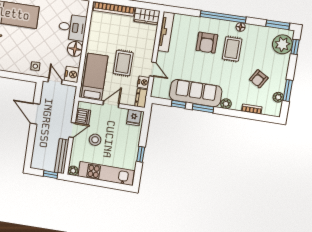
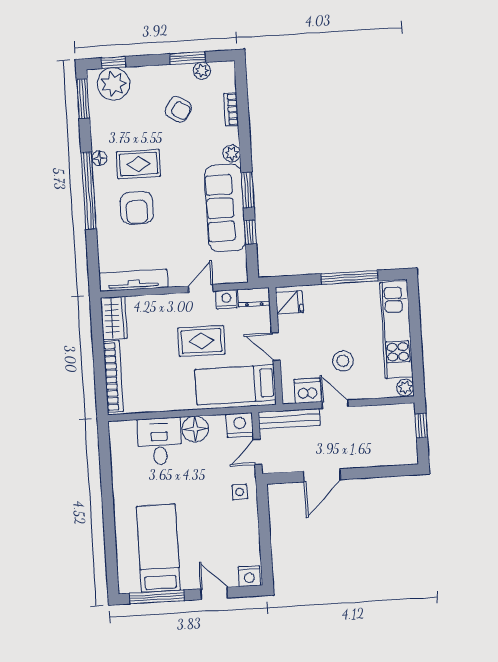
armchair: (207, 43) -> (137, 208), turned 90
window: (141, 154) -> (349, 277), width x2.17
bench: (62, 156) -> (289, 419), moved

